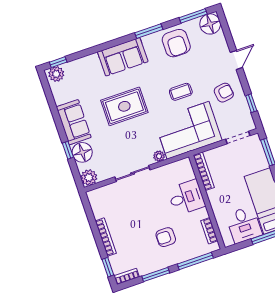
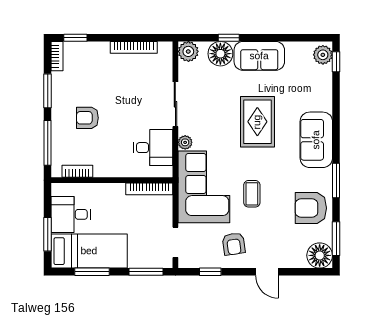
desk: (186, 197) -> (153, 148), moved, turned -90
bookcase: (106, 237) -> (134, 47), moved
armchair: (166, 237) -> (87, 118), turned -90

